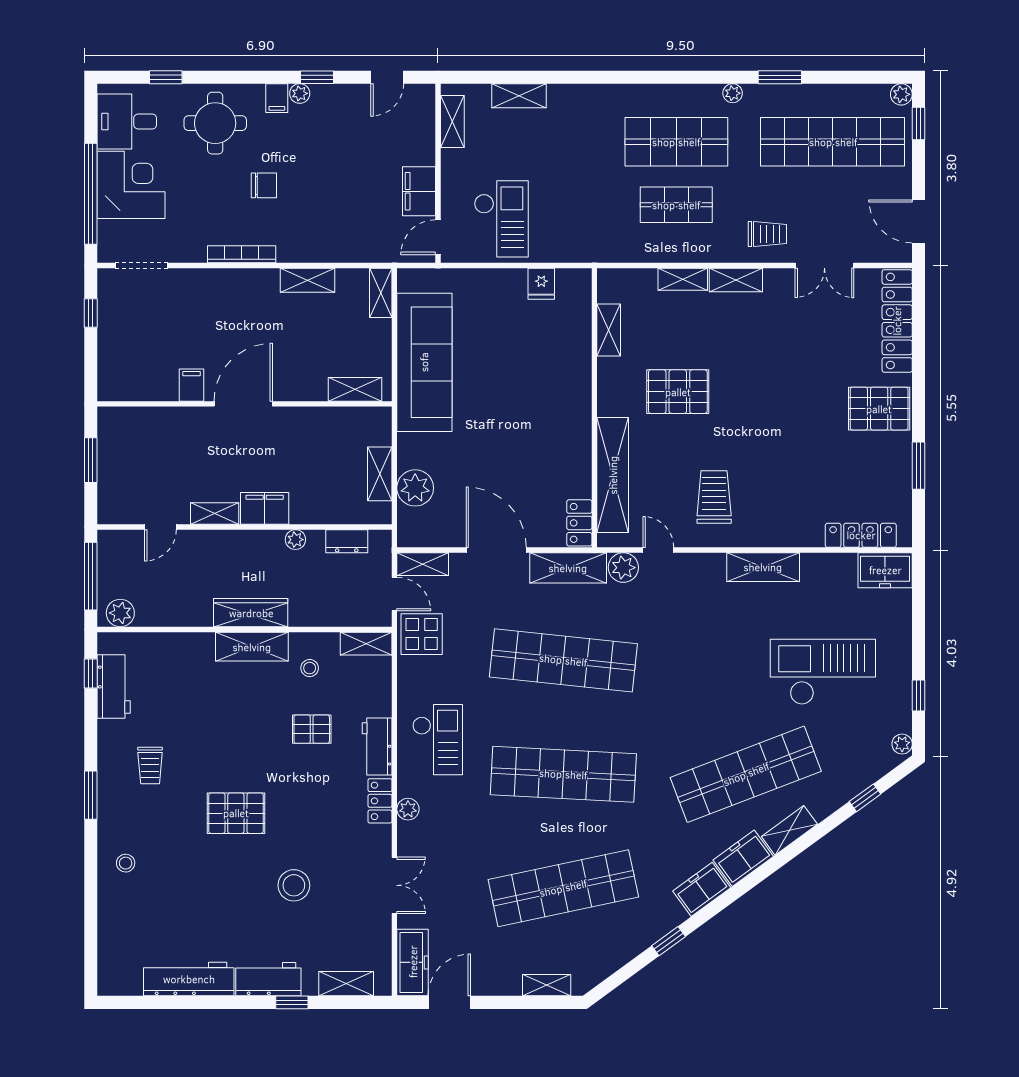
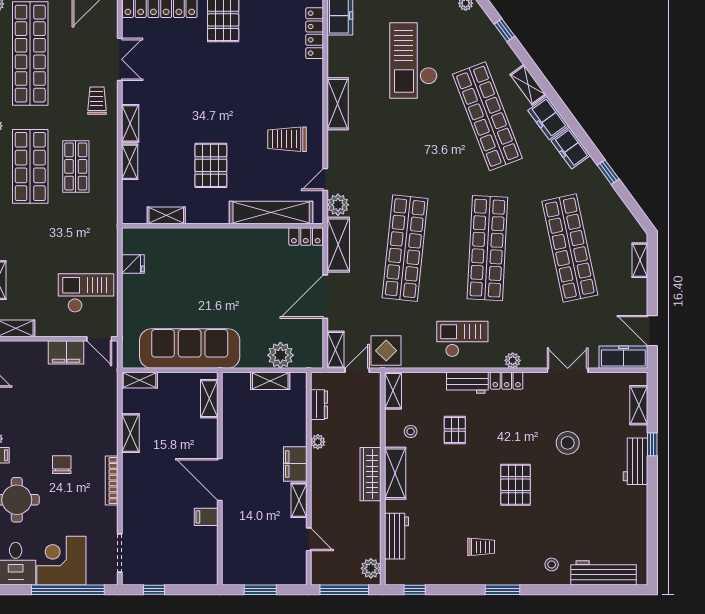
workbench: (114, 687) -> (397, 536), moved, turned 90
workbench: (189, 979) -> (603, 573), moved, turned 90

